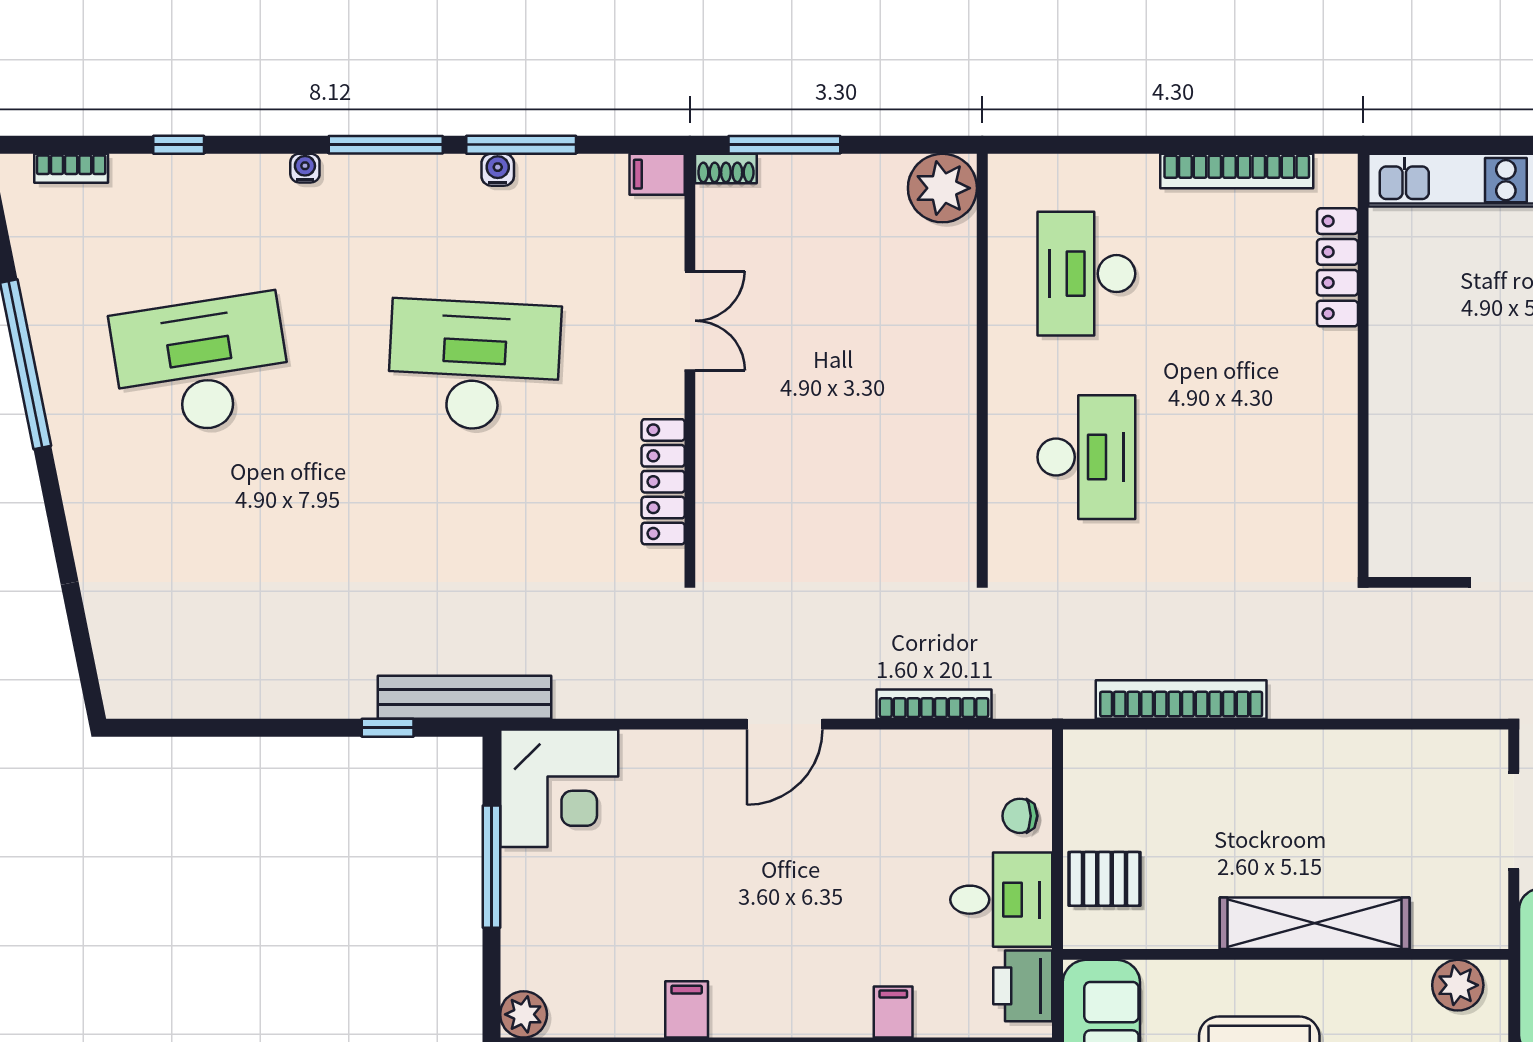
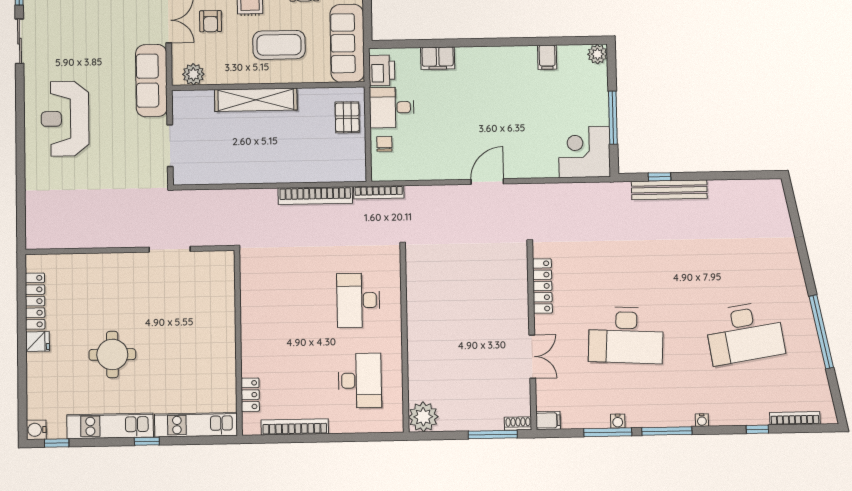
bookcase: (71, 168) -> (795, 418), width x1.56
locker: (1337, 267) -> (250, 395), width x0.66
double door: (690, 321) -> (532, 357), swing flipped
bench: (464, 697) -> (669, 190), moved
bookcase: (934, 704) -> (379, 192), moved
chair: (1020, 816) -> (384, 144), turned -90
pallet: (1104, 879) -> (347, 117), turned 90
filing cabinet: (687, 1009) -> (547, 57), moved
filing cabinet: (893, 1012) -> (438, 58), width x2.00

